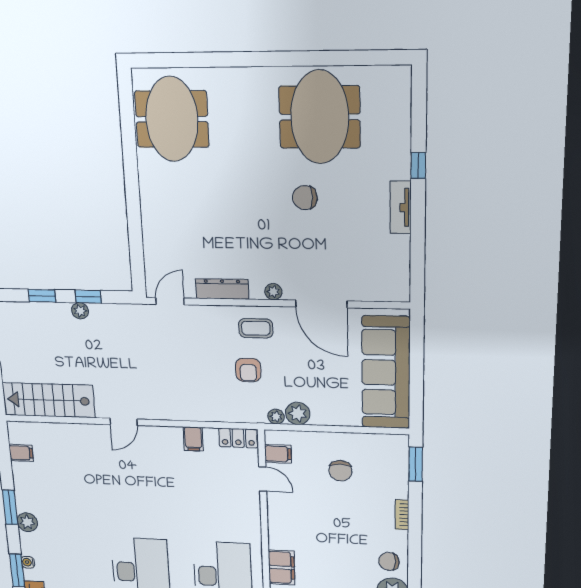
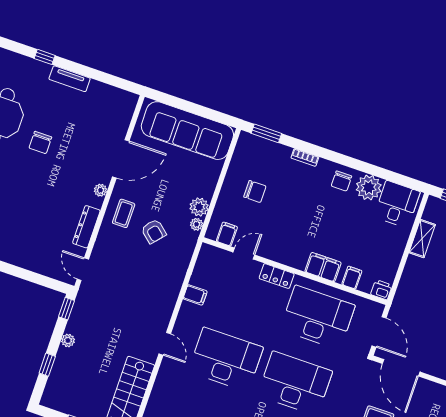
window: (88, 297) -> (67, 309), moved
armchair: (248, 370) -> (154, 231), turned 41
locker: (238, 438) -> (277, 276), moved, turned 90
desk: (135, 493) -> (226, 359), added

